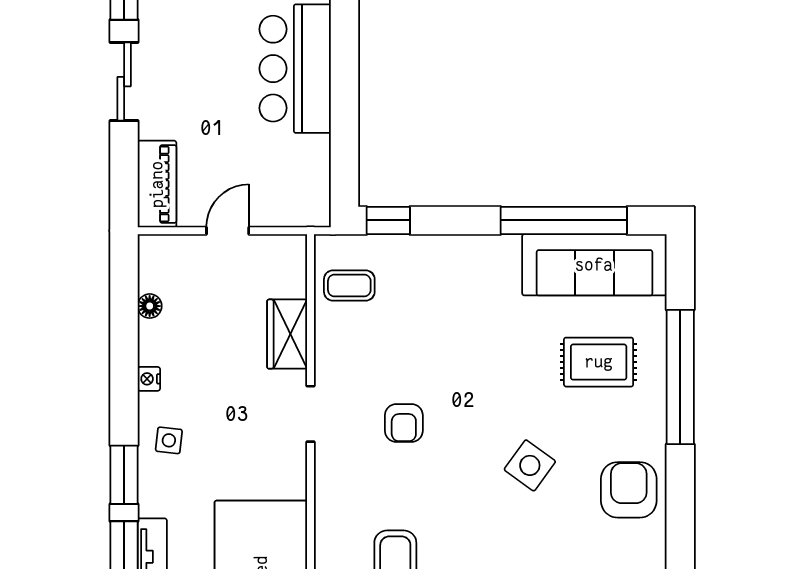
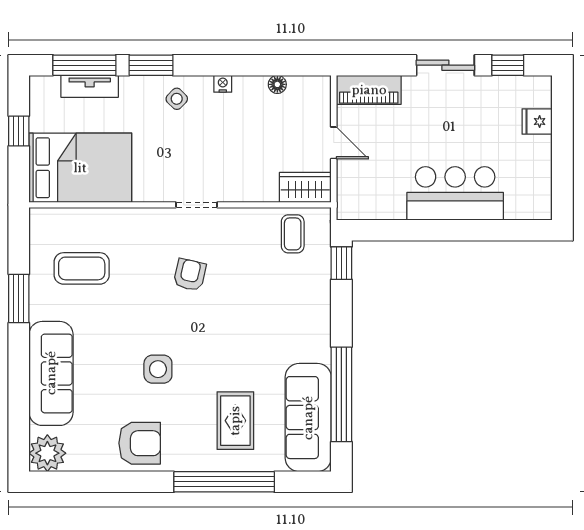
wardrobe: (287, 334) -> (305, 187), moved
armchair: (404, 423) -> (190, 275), turned 103
side table: (169, 440) -> (177, 99), turned 38
side table: (530, 465) -> (158, 369), turned -36

